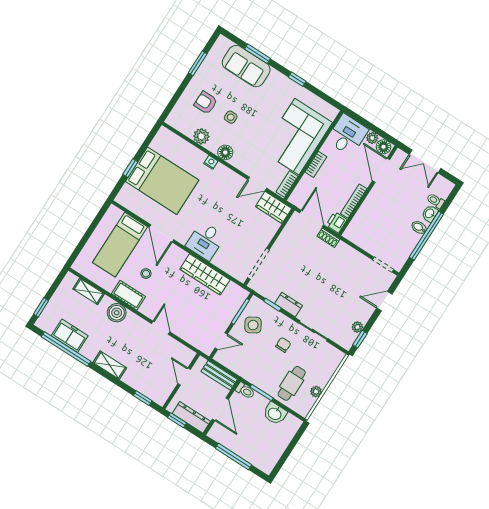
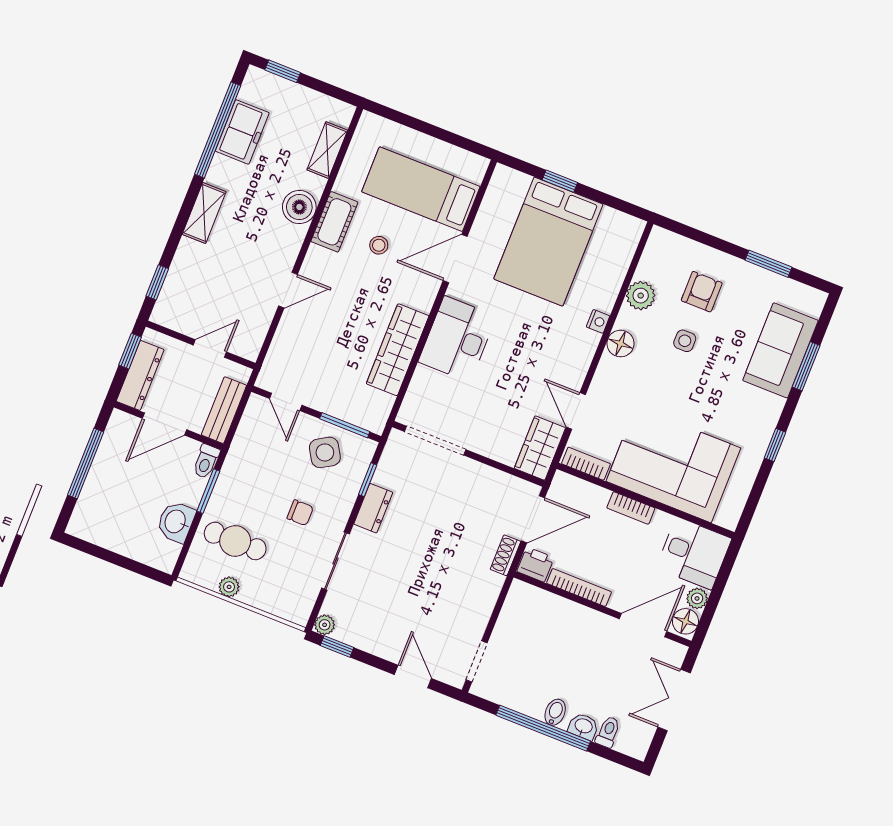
desk: (205, 241) -> (457, 339), width x1.37
plant: (357, 327) -> (325, 625), moved

